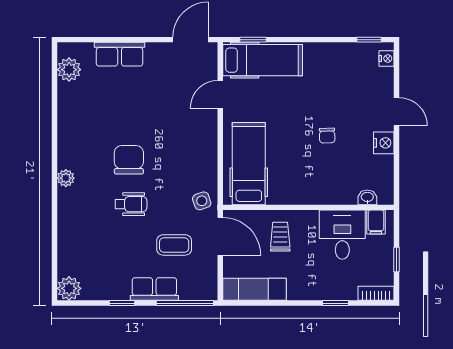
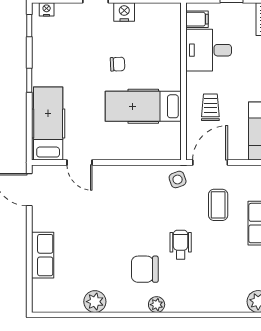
window: (253, 40) -> (29, 80), moved
plant: (69, 70) -> (95, 302), moved
chair: (129, 160) -> (145, 269), moved
hospital bed: (249, 164) -> (143, 106), moved
washbasin: (367, 197) -> (174, 27), removed
trolley: (280, 237) -> (210, 107), turned 90

